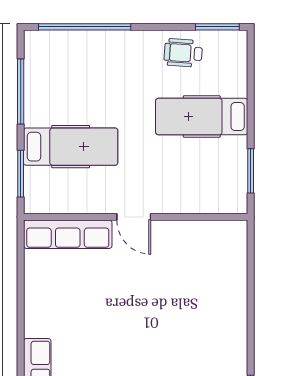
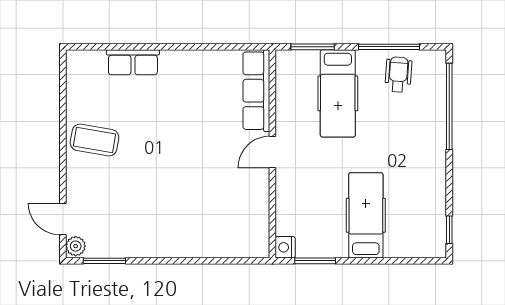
window: (217, 27) -> (449, 230), width x0.67
wheelchair: (183, 53) -> (398, 74), moved
nightstand: (236, 203) -> (285, 247), added

